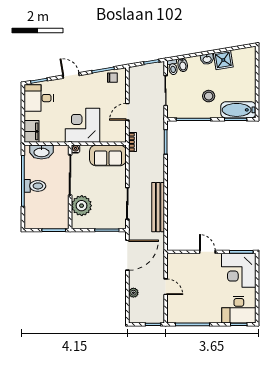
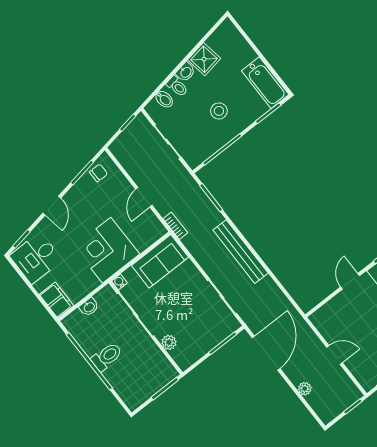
toilet: (173, 67) -> (177, 86), moved
door: (71, 75) -> (52, 206), swing flipped
bathtub: (238, 110) -> (265, 83), moved, turned -90
washbasin: (41, 152) -> (89, 307), width x0.52, depth x0.69
plant: (82, 206) -> (169, 342), width x0.53, depth x0.53
bench: (158, 207) -> (241, 252), moved
door: (207, 252) -> (350, 281), hinge flipped

